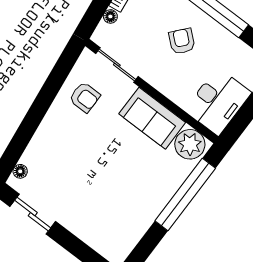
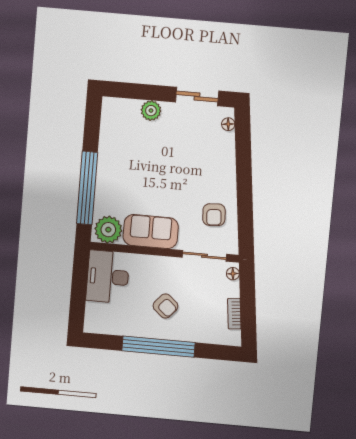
floor lamp: (110, 16) -> (233, 274), moved
armchair: (85, 97) -> (214, 215), turned -94
plant: (82, 228) -> (151, 111), added

